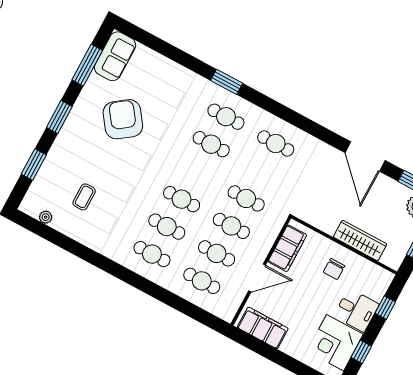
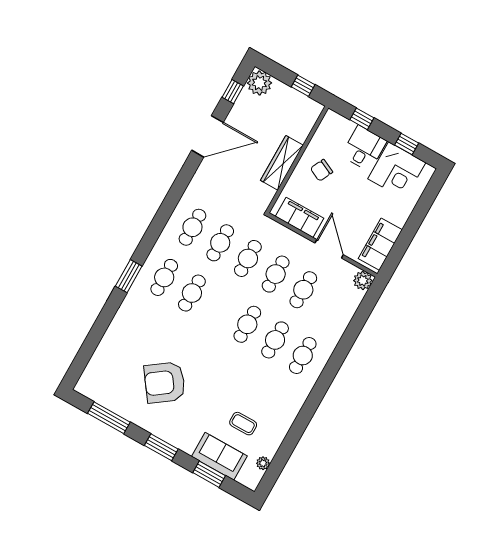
sofa: (115, 56) -> (219, 456), moved
wardrobe: (360, 240) -> (282, 163), moved
chair: (334, 269) -> (322, 170), turned 116
cafe table: (202, 281) -> (220, 243), moved
plant: (227, 312) -> (363, 281), added

